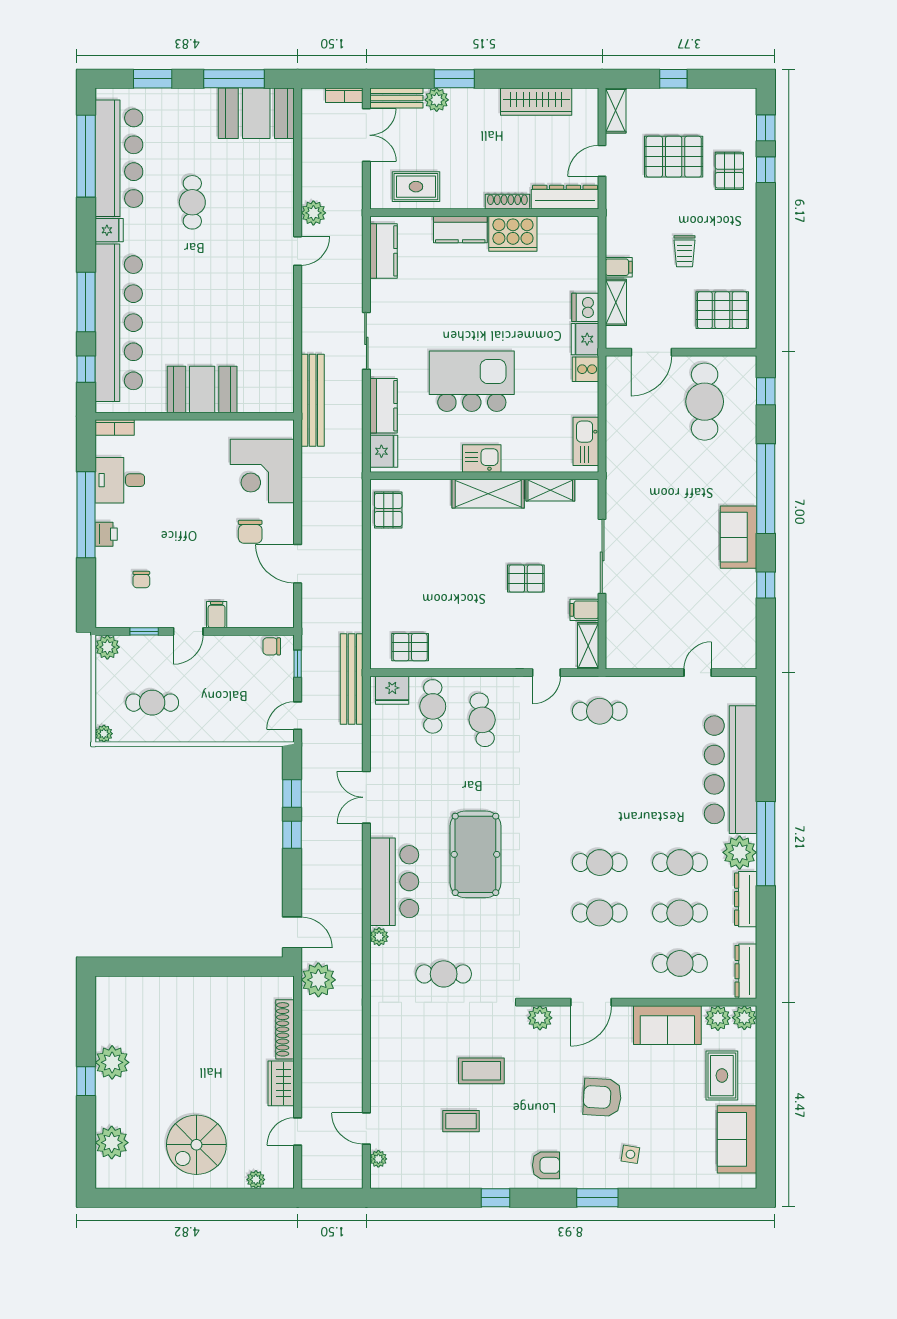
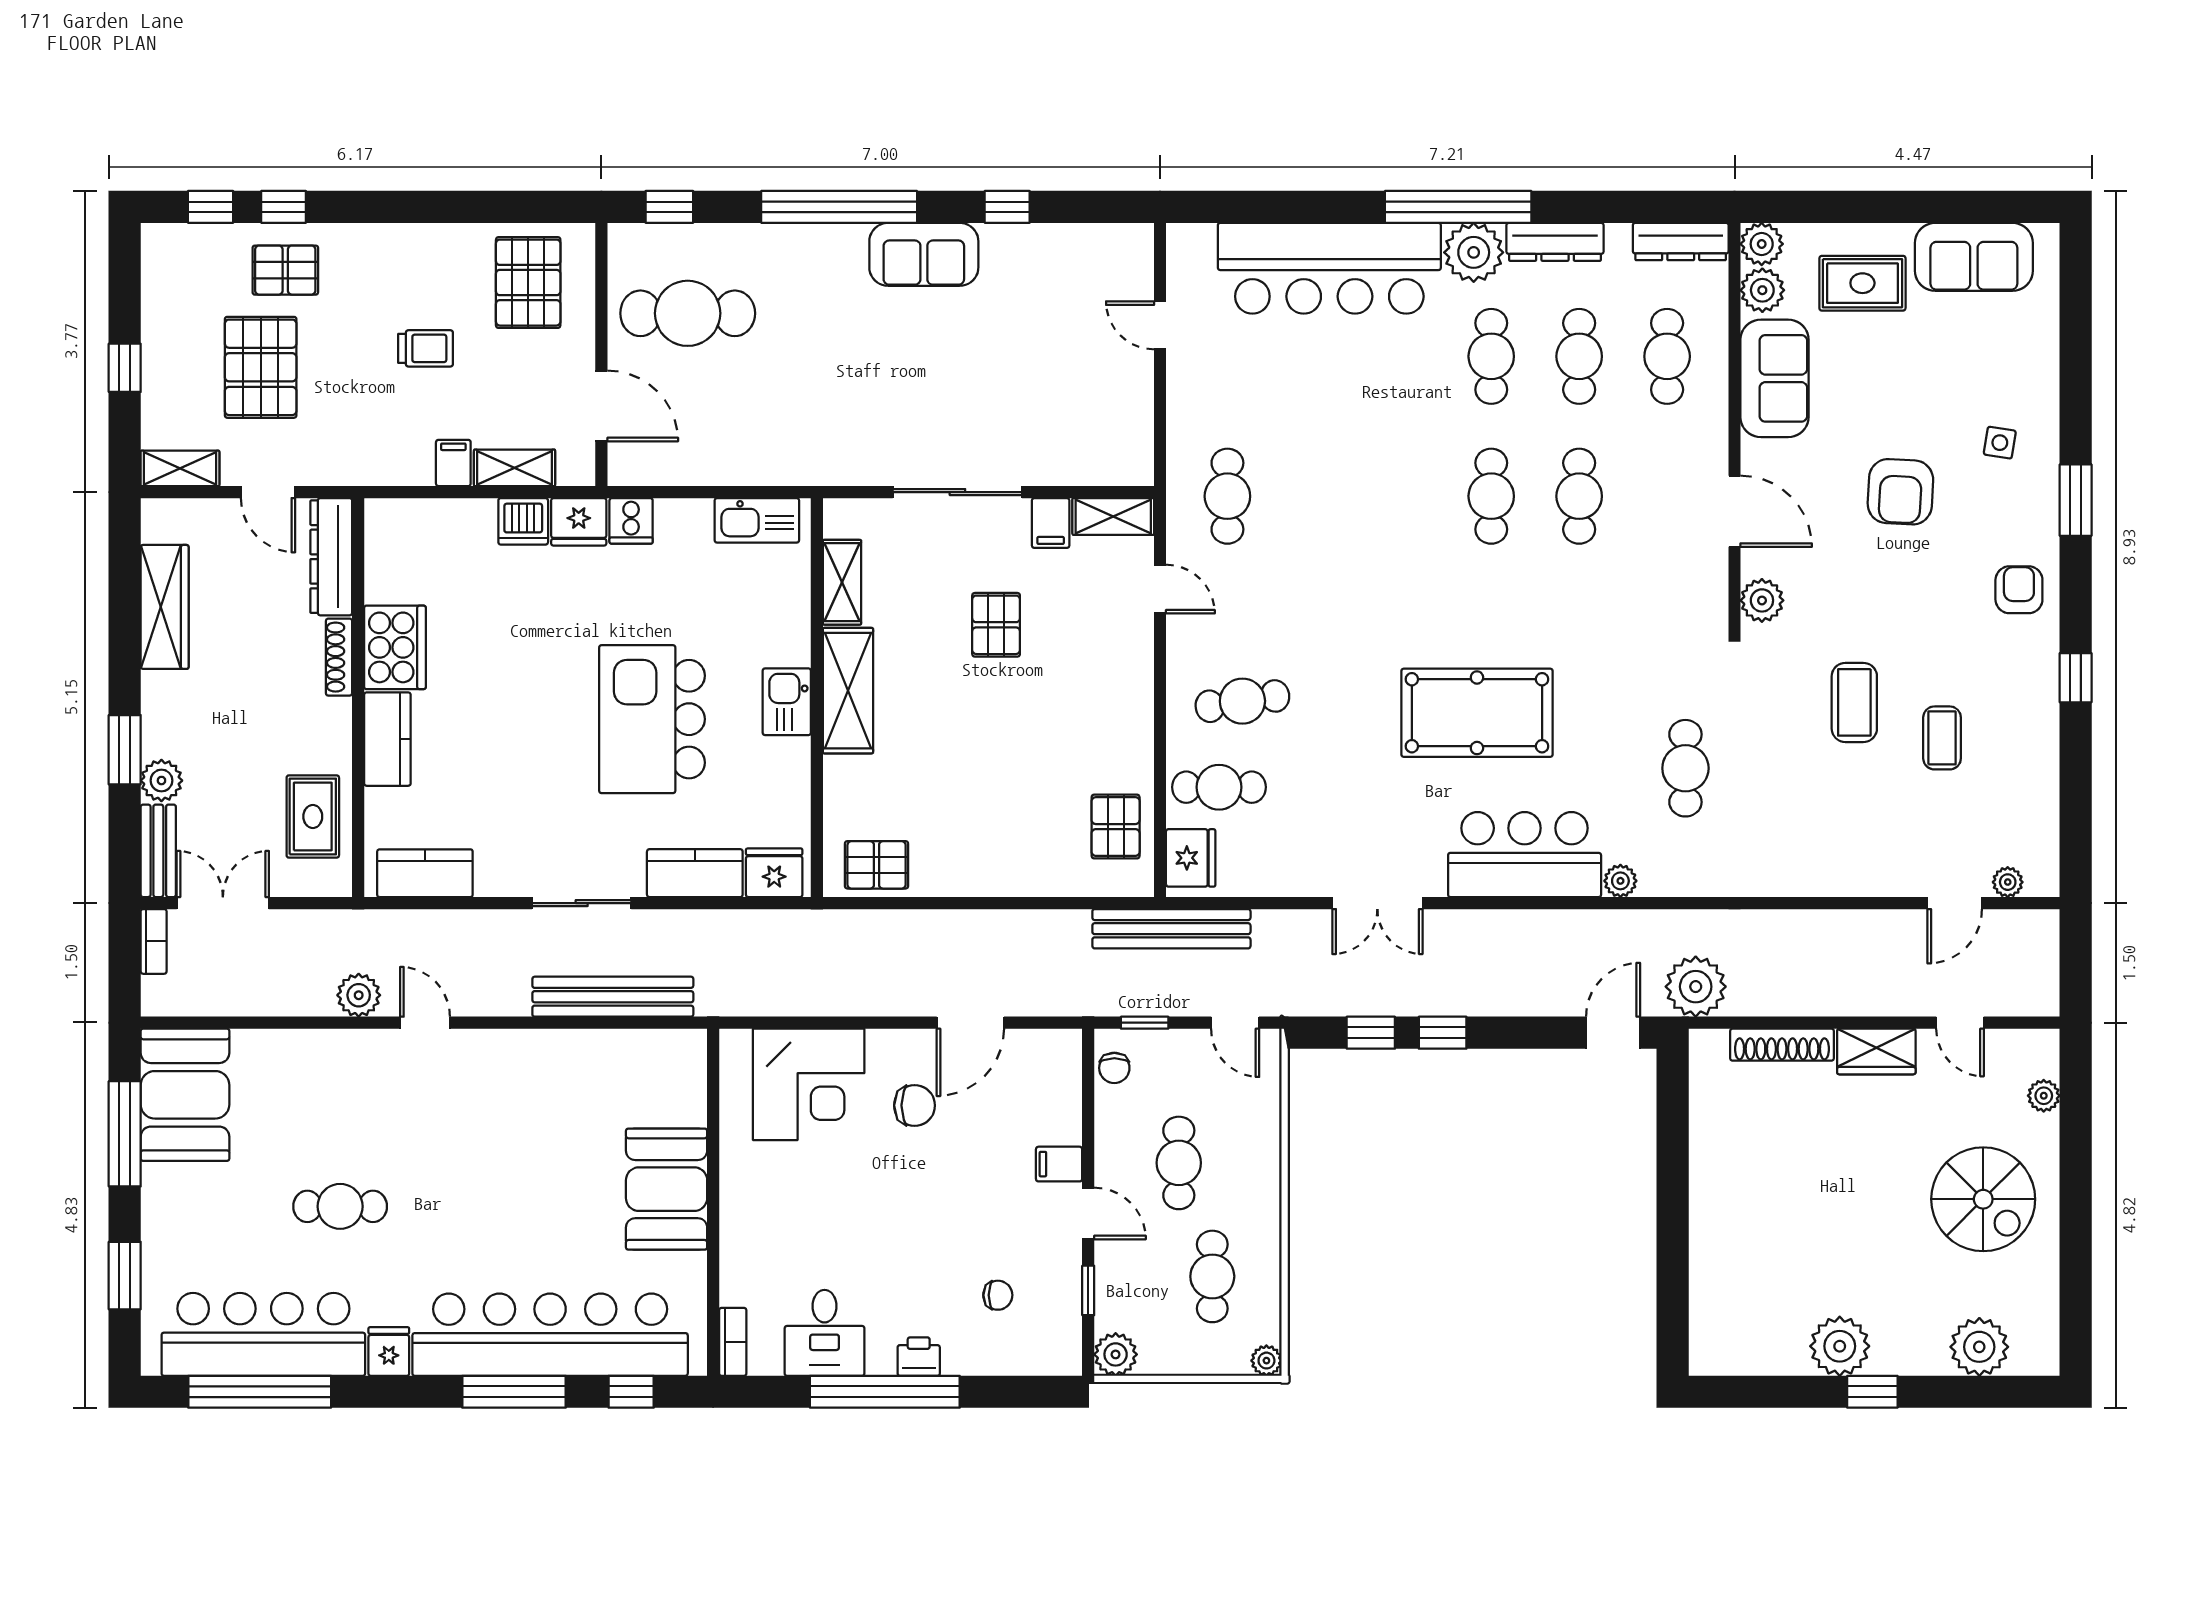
bench: (313, 400) -> (613, 997), moved
cafe table: (217, 683) -> (1179, 1163), added

